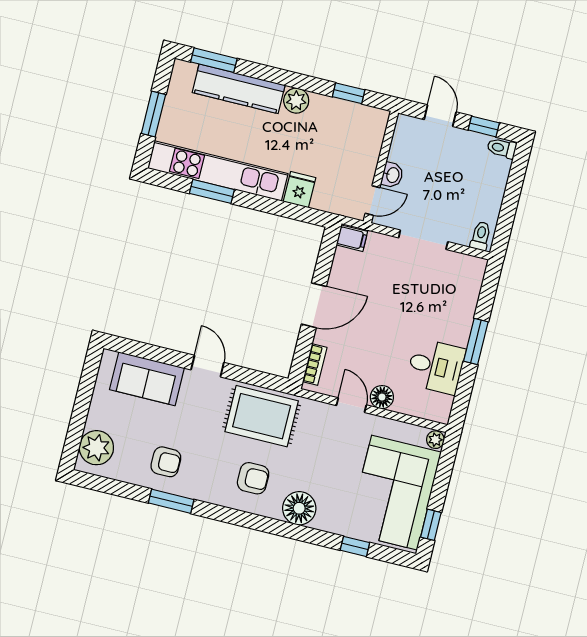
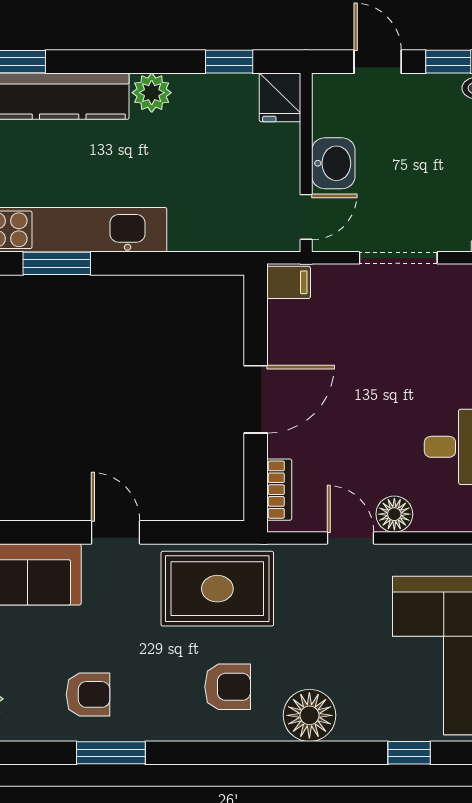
washbasin: (392, 175) -> (333, 163), width x1.38, depth x1.45
fridge: (300, 190) -> (280, 97), moved, turned 180

